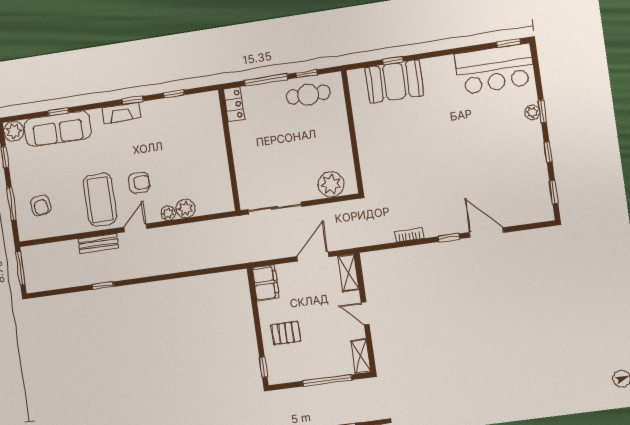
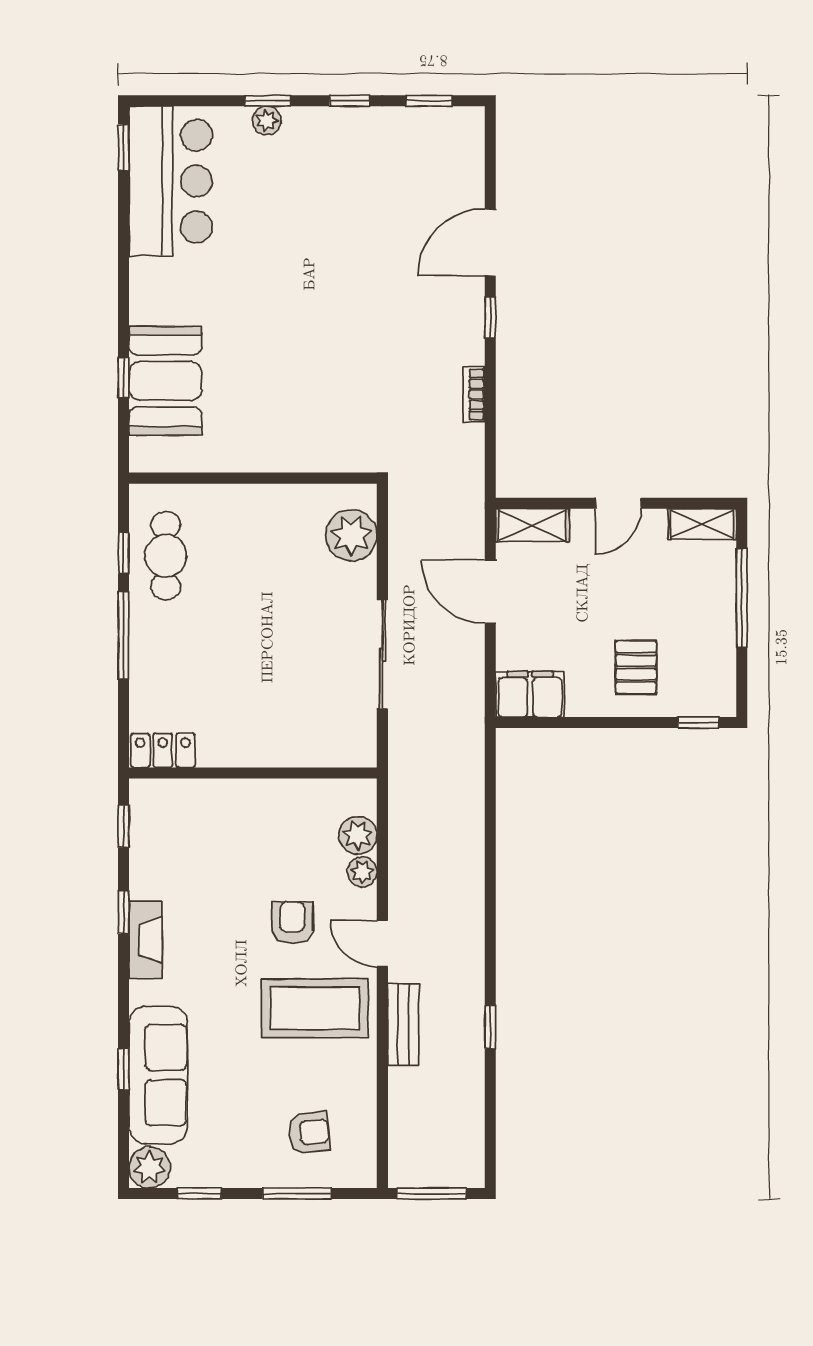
locker: (234, 104) -> (163, 750), moved
wall: (229, 150) -> (253, 773), moved

